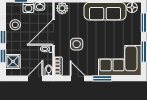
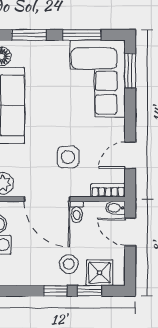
stool: (15, 25) -> (69, 264), moved
window: (102, 78) -> (130, 71), moved

